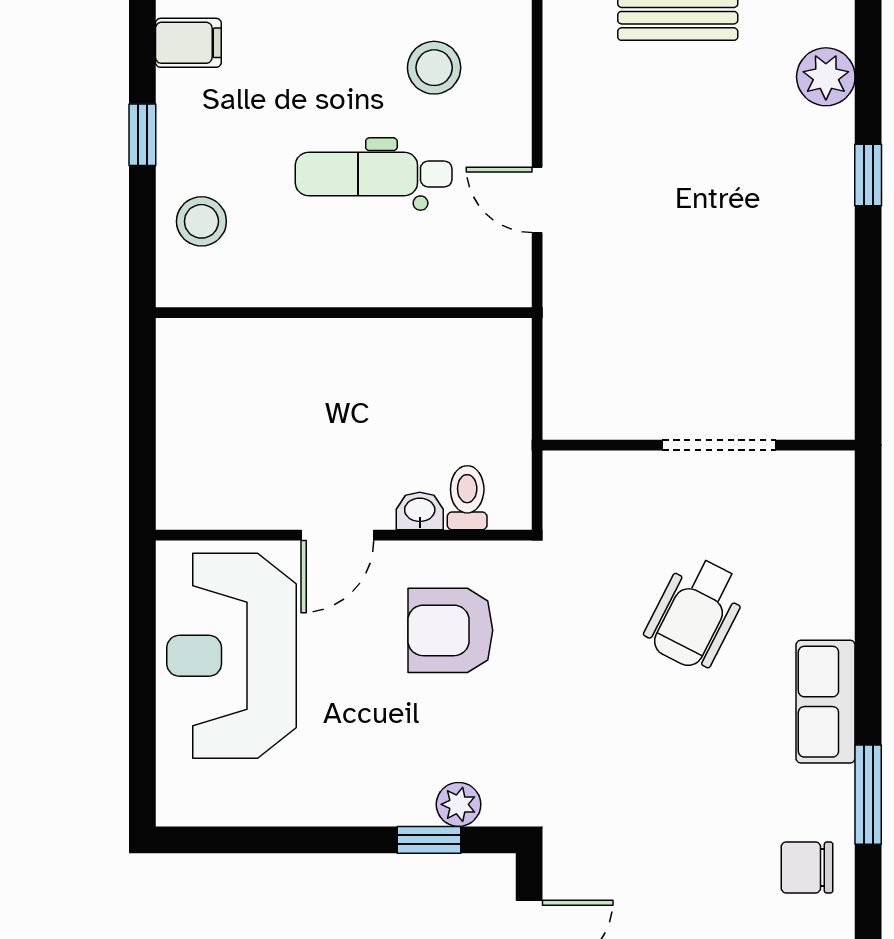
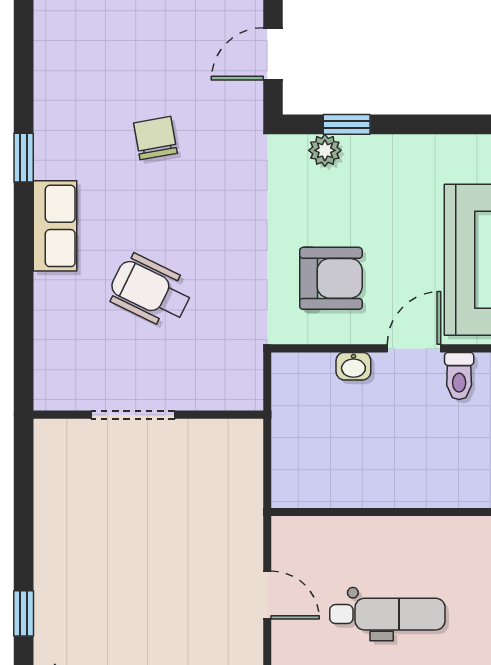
toilet: (467, 498) -> (459, 376), moved
wheelchair: (696, 613) -> (151, 291), turned -91
window: (868, 795) -> (24, 158), width x0.67
chair: (807, 867) -> (155, 138), moved, turned -100

